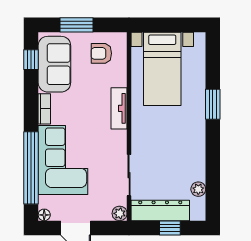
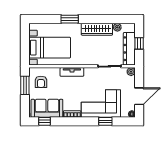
window: (77, 25) -> (25, 85), moved
wardrobe: (195, 153) -> (97, 29), added
window: (31, 168) -> (105, 121), width x0.32

